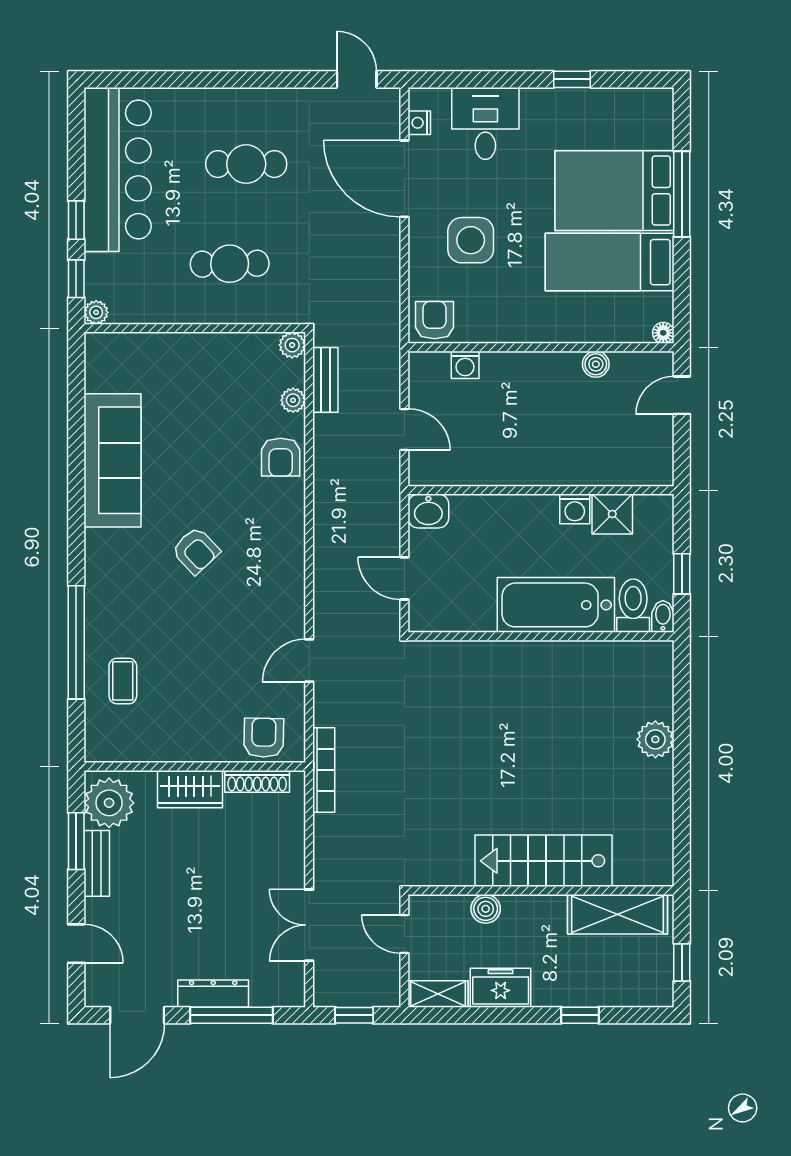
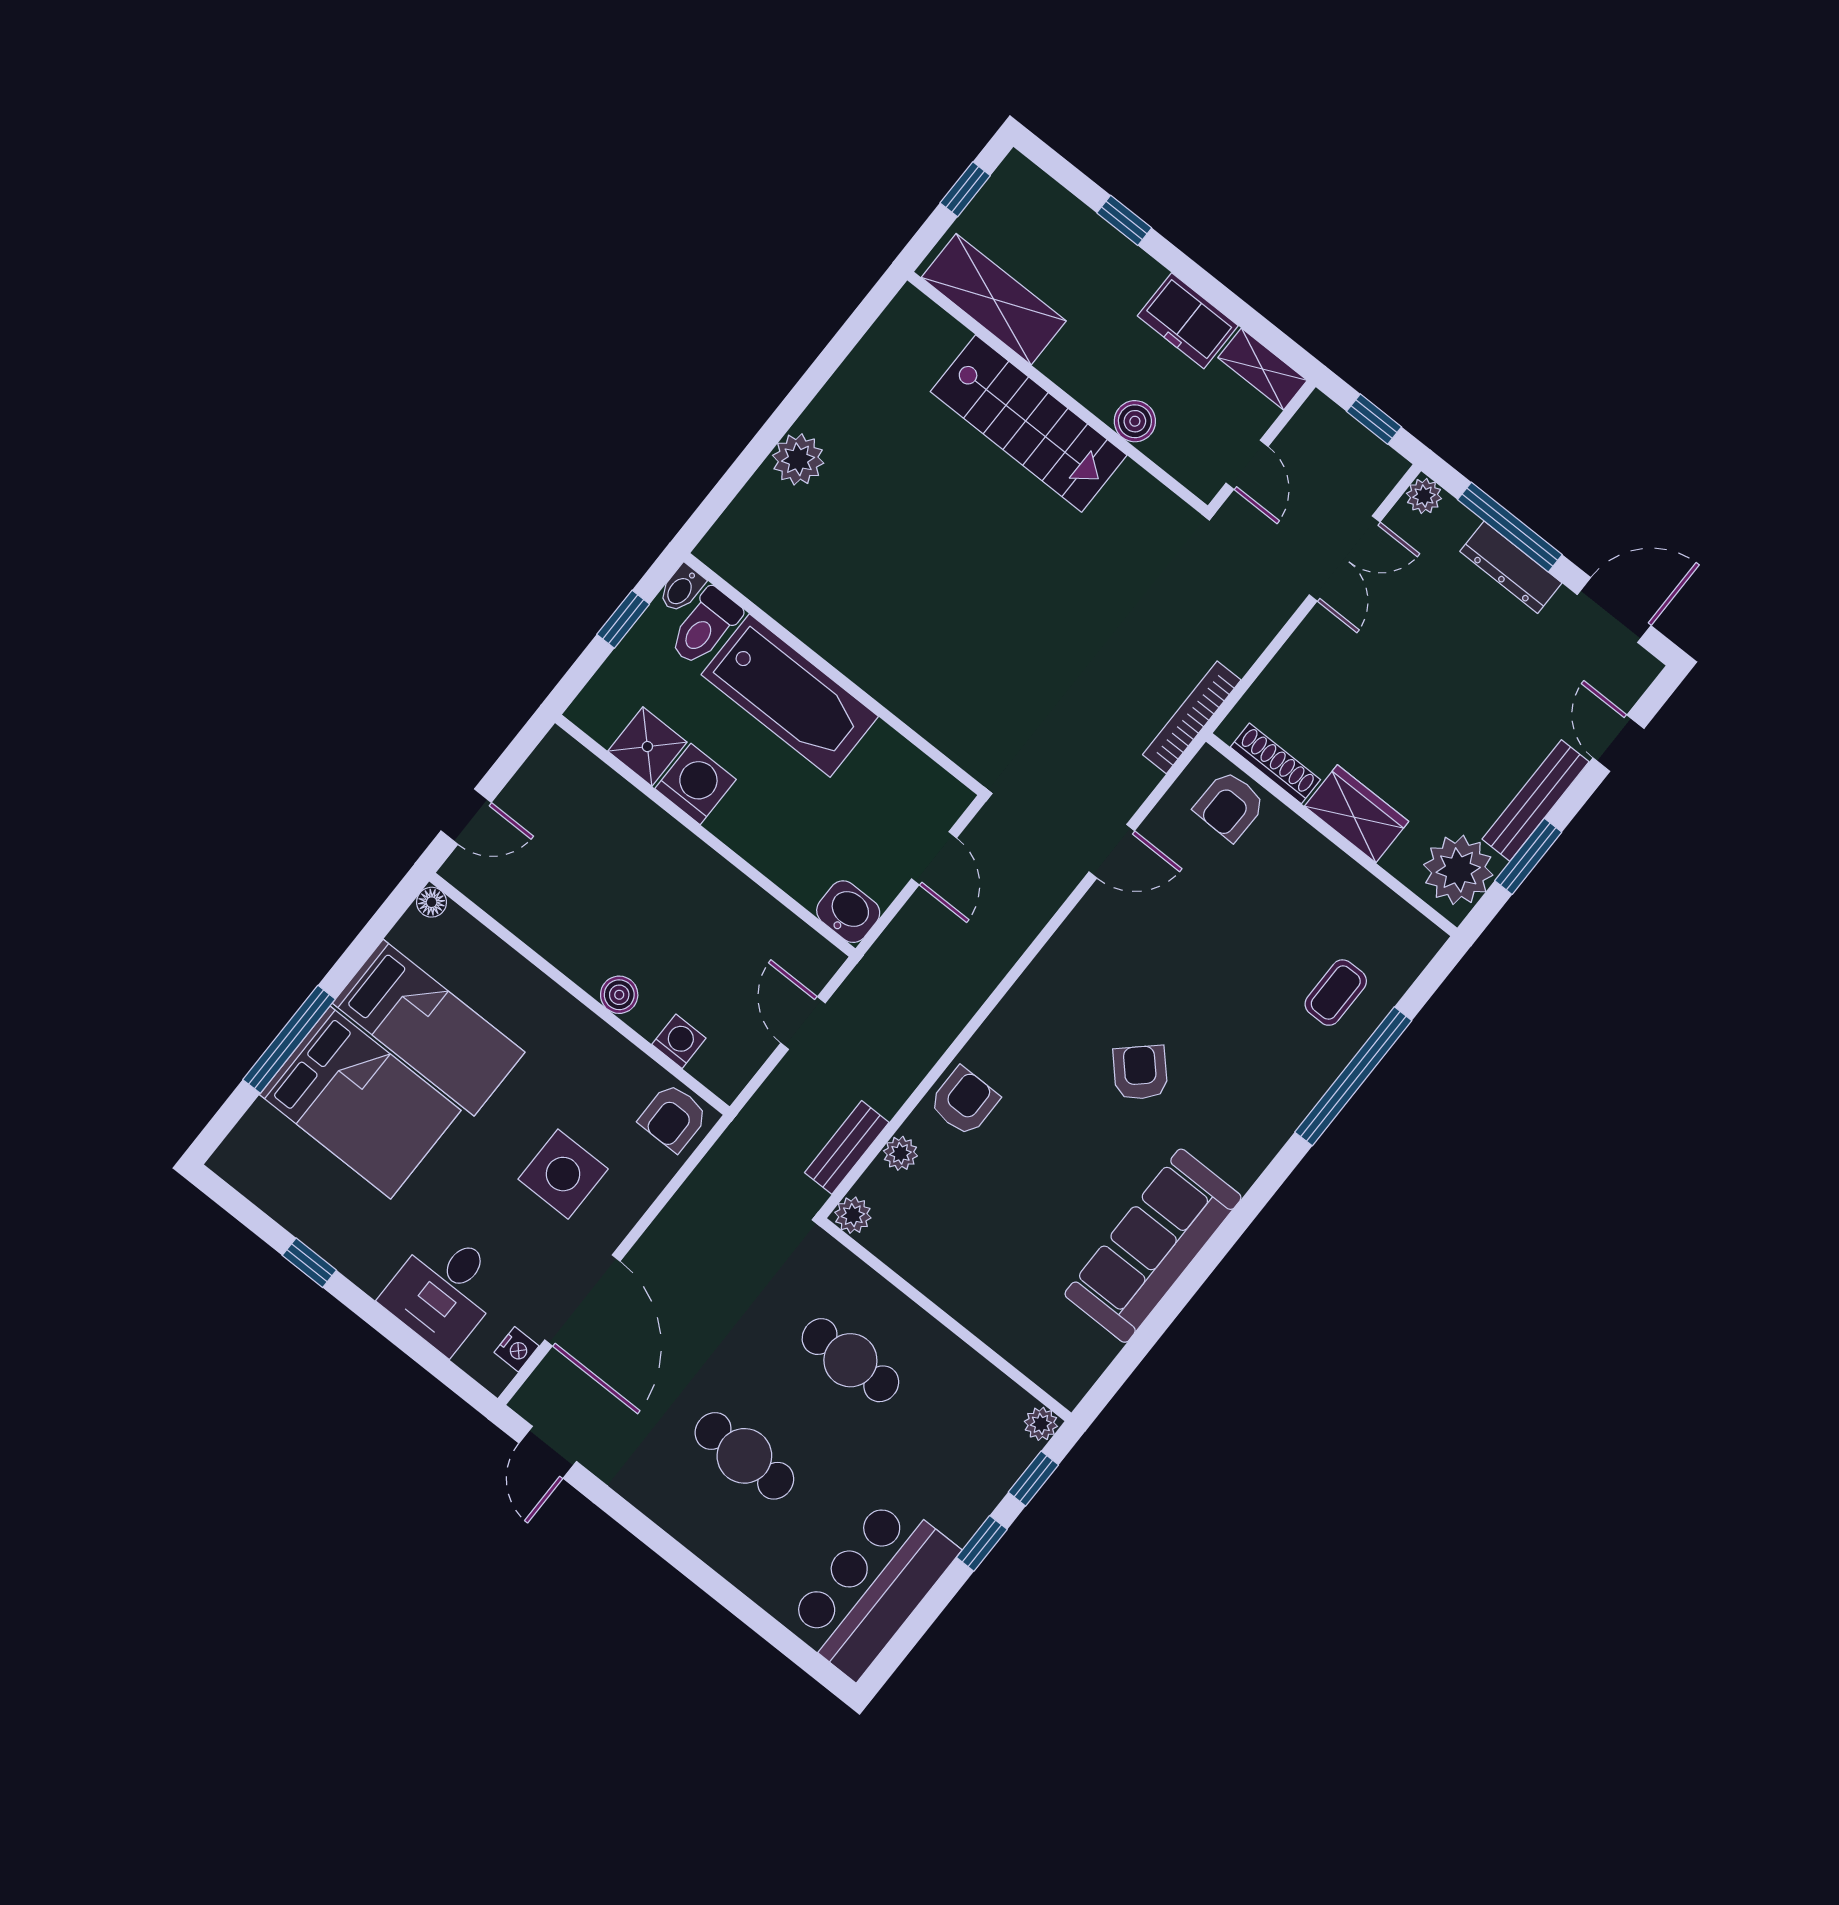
bar counter: (118, 170) -> (872, 1587), width x0.73
boiler: (596, 364) -> (619, 995), moved
washing machine: (575, 509) -> (696, 784), width x1.38, depth x1.38
bench: (97, 863) -> (1536, 800), width x1.36
plant: (293, 995) -> (1424, 496), added

